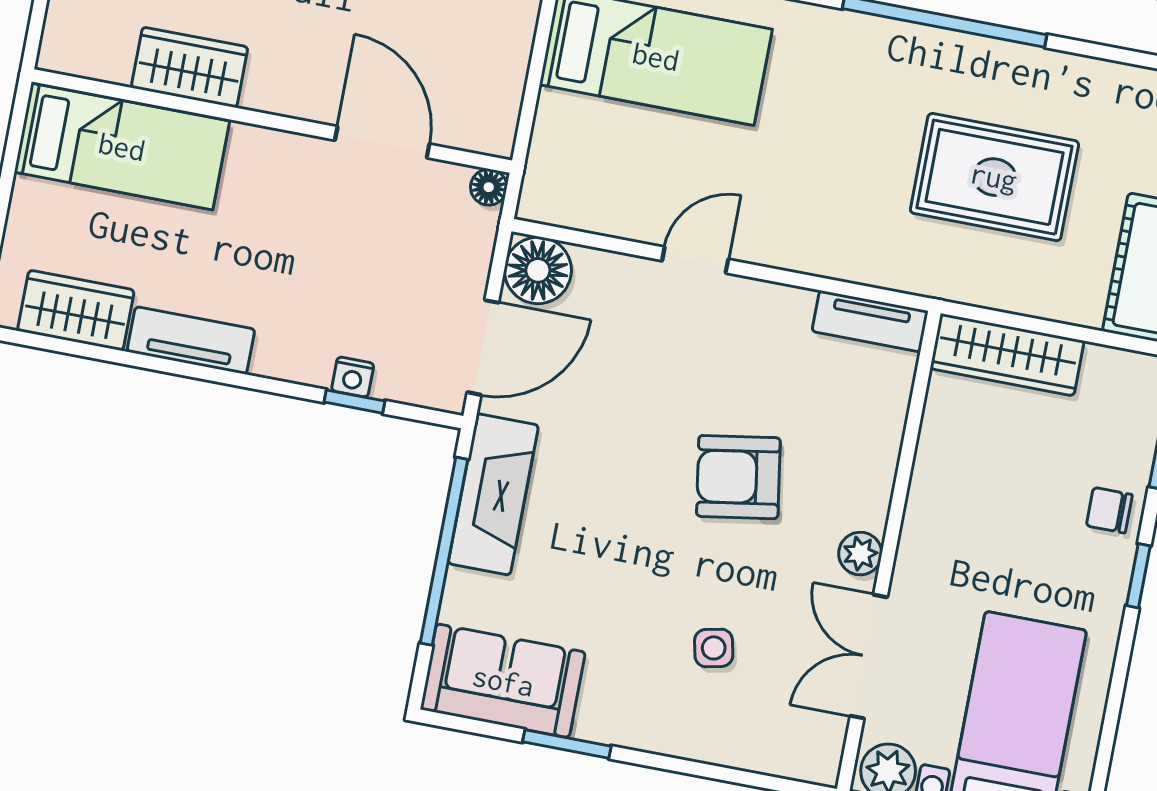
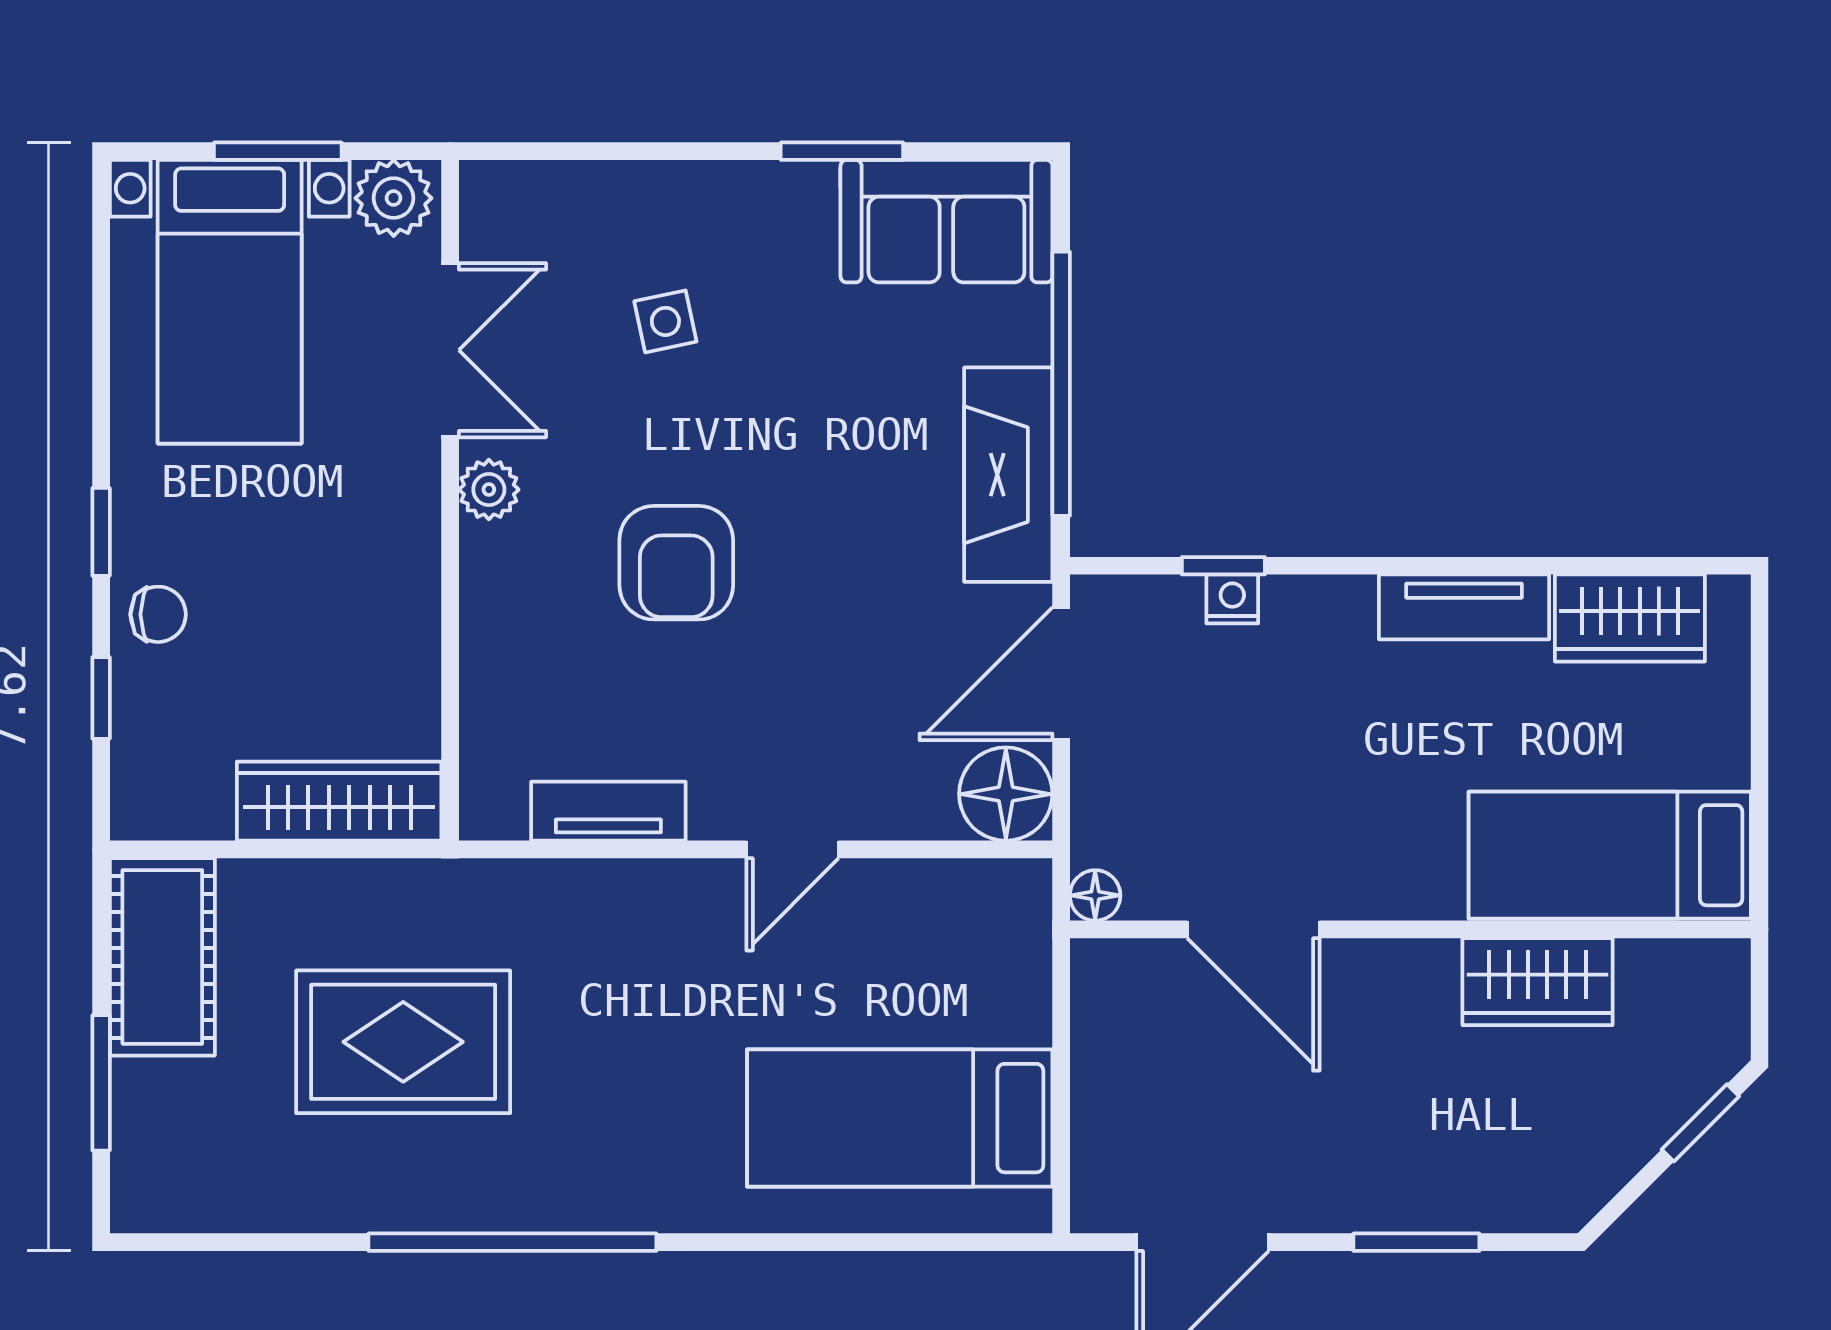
tv unit: (870, 321) -> (608, 811), moved
armchair: (738, 477) -> (676, 563), turned 99

